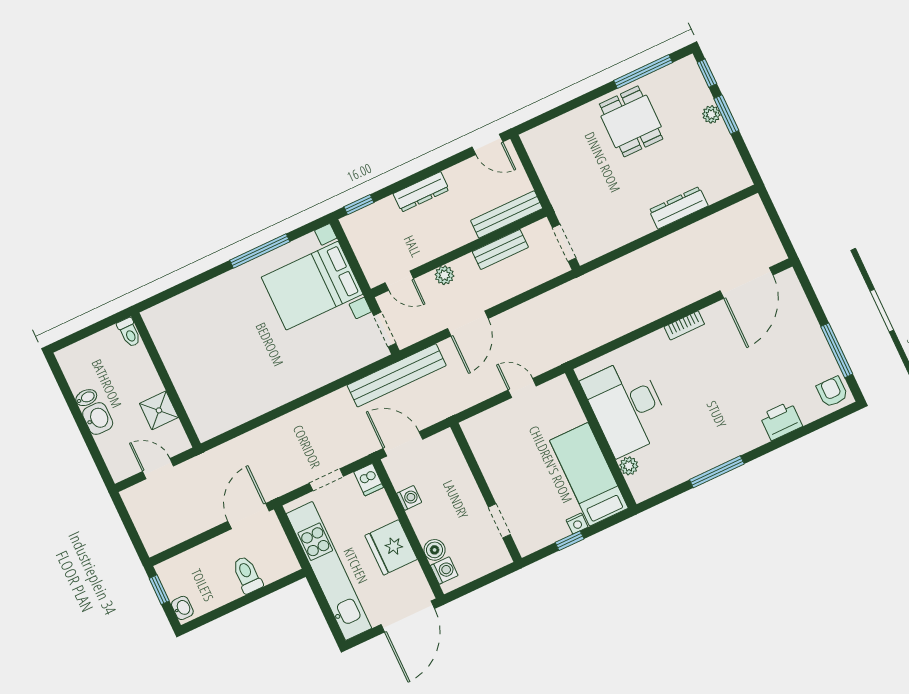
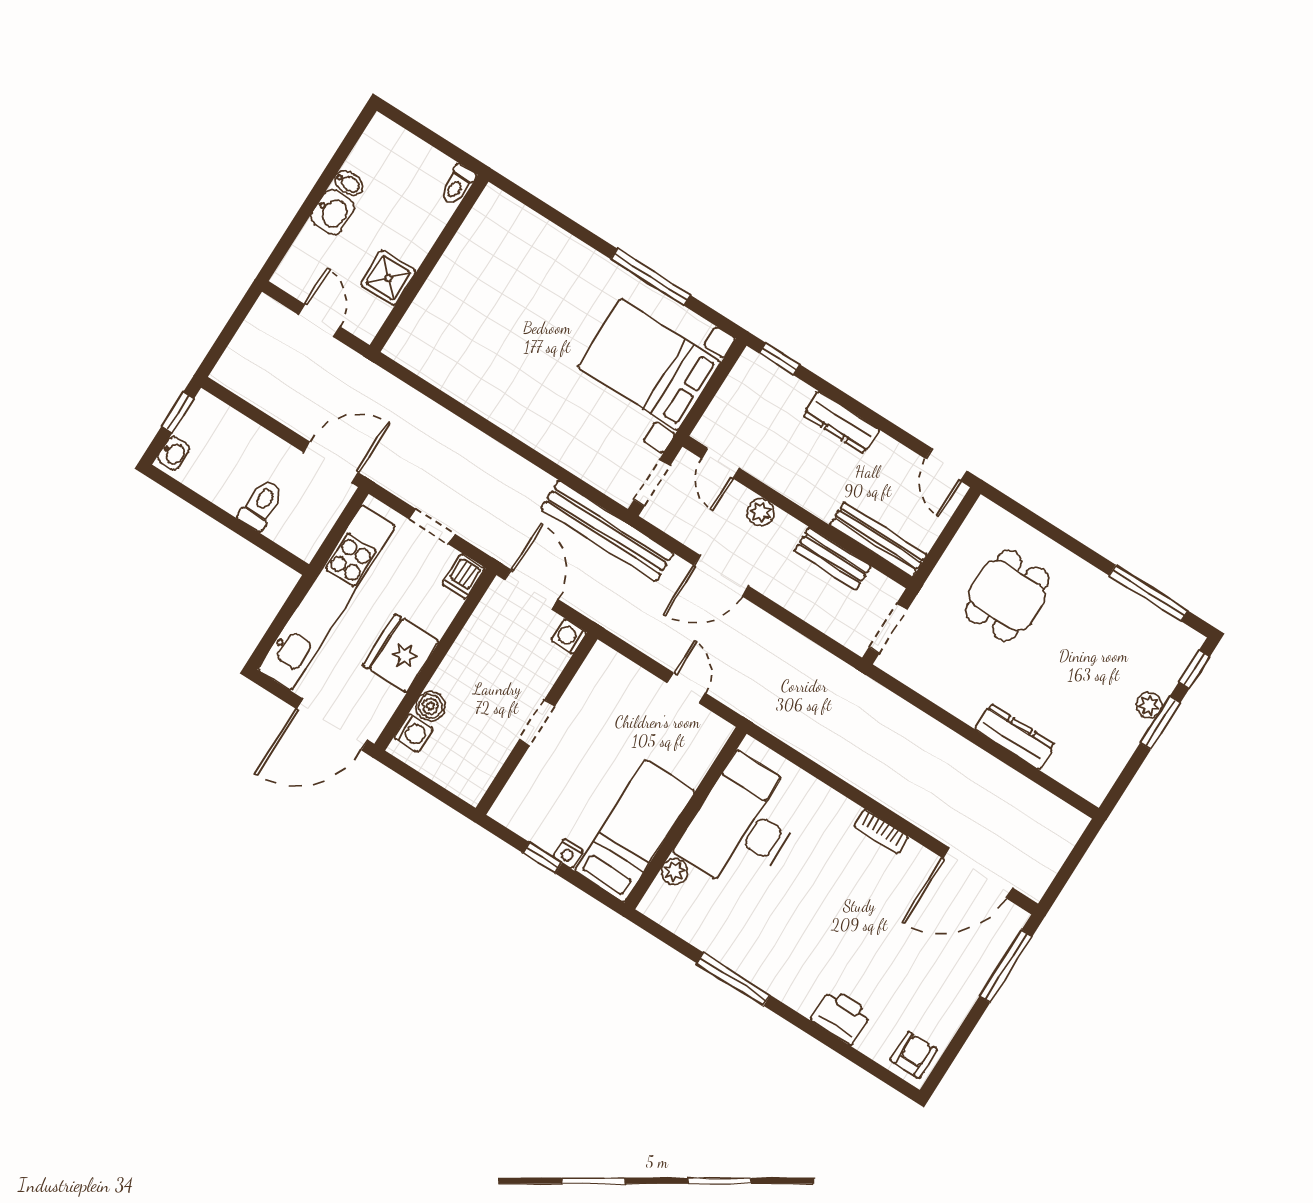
dining table: (631, 121) -> (1007, 595), moved
window: (837, 350) -> (1006, 966), moved
washing machine: (409, 498) -> (569, 636), moved, turned 180
doorway: (499, 521) -> (537, 723), moved

